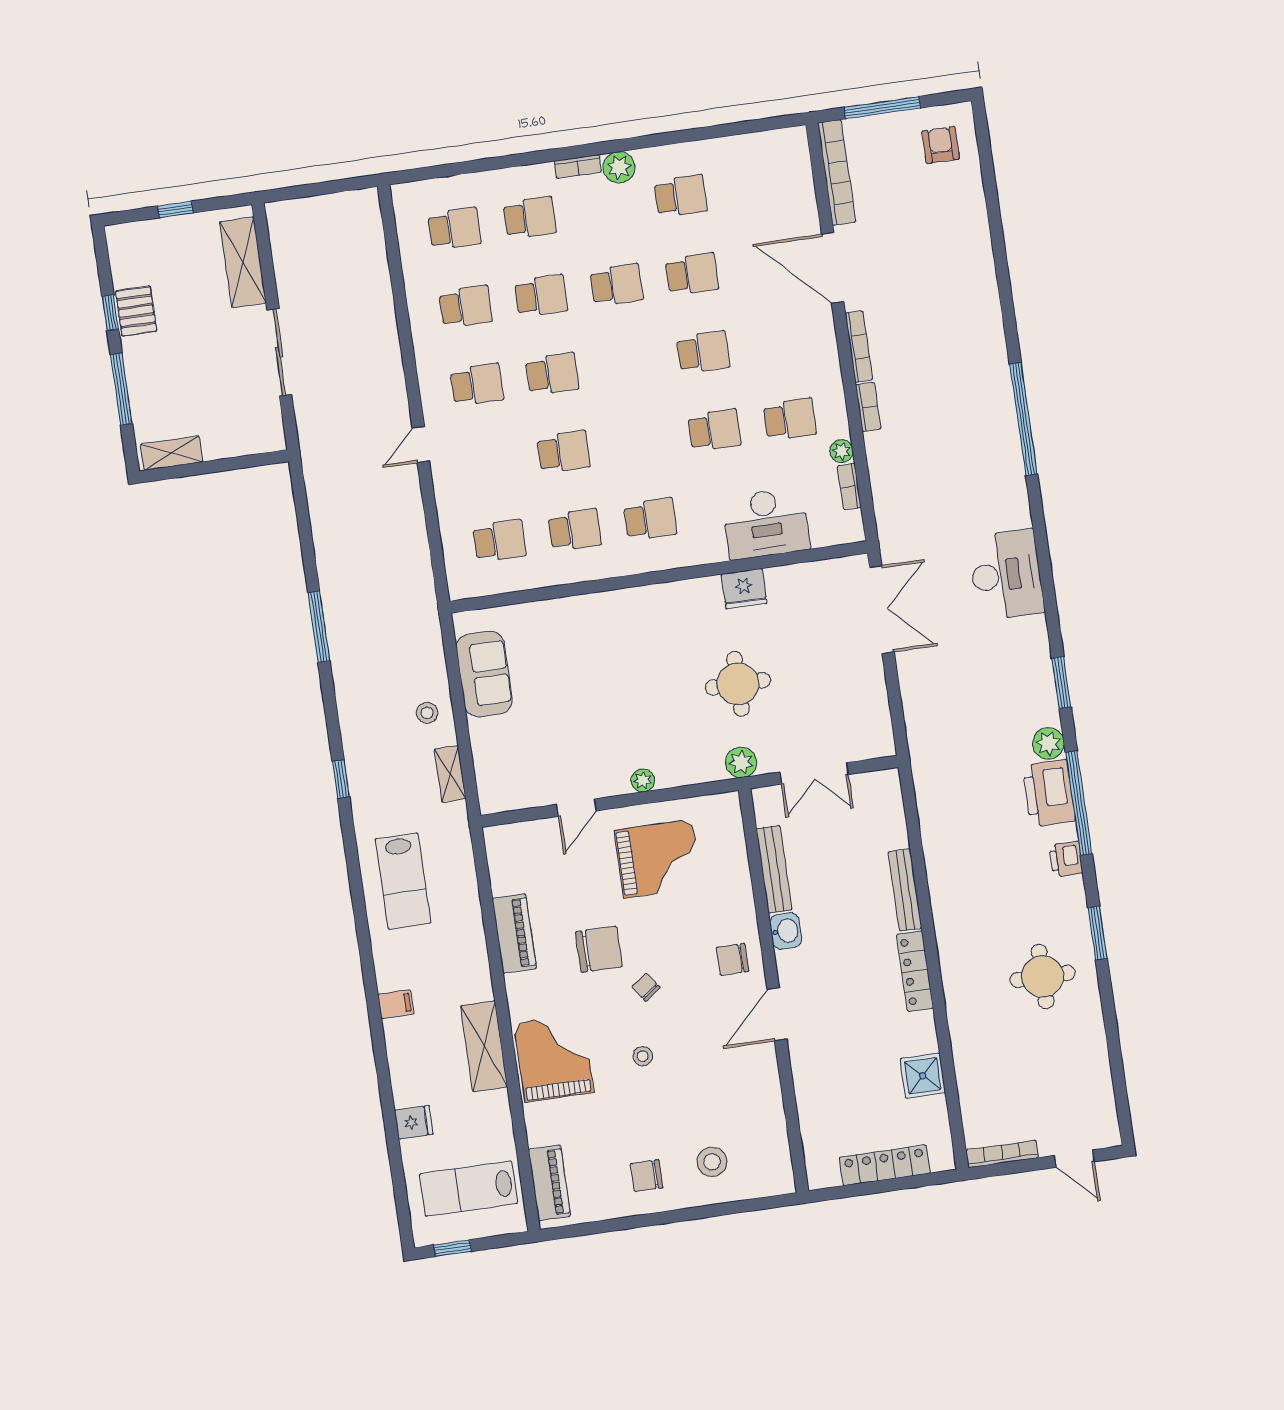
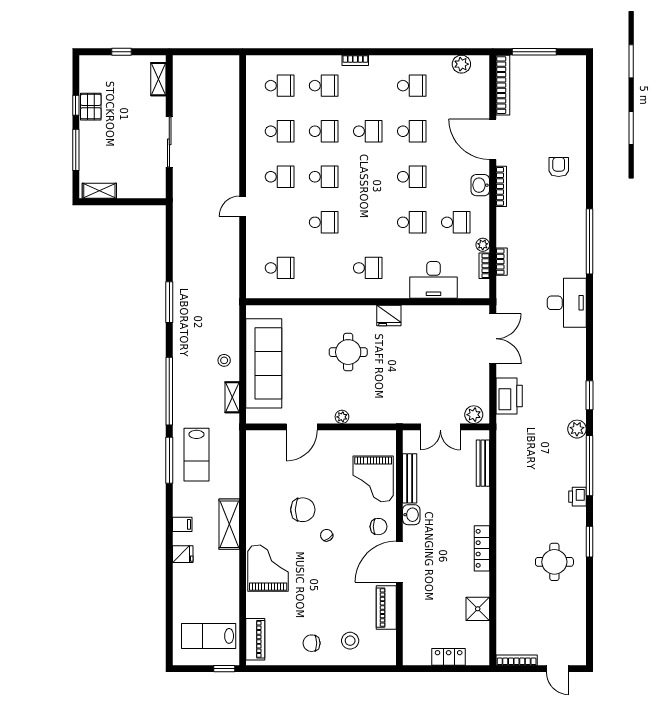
armchair: (941, 145) -> (559, 167), moved
plant: (619, 167) -> (461, 64), moved
shelving: (243, 262) -> (158, 79), width x0.67, depth x0.75
washbasin: (823, 350) -> (480, 185), added
bookcase: (868, 407) -> (502, 262), moved
school desk: (575, 530) -> (324, 268), removed
desk: (1006, 575) -> (567, 303), moved
fridge: (744, 589) -> (389, 315), moved
sofa: (484, 674) -> (264, 363), width x1.85, depth x1.27
round table: (738, 684) -> (348, 352), moved
plant: (741, 762) -> (474, 415), moved
window: (341, 779) -> (169, 391), width x3.17
printer: (1049, 793) -> (509, 396), moved, turned 180
door: (576, 808) -> (302, 427), width x1.38
grand piano: (658, 859) -> (373, 479), moved, turned 90
bench: (905, 890) -> (483, 463), moved
window: (358, 897) -> (169, 460), added
piano: (514, 934) -> (386, 608), moved, turned 180
chair: (733, 959) -> (378, 527), turned 180
door: (777, 1014) -> (399, 562), width x1.36
shelving: (484, 1046) -> (229, 524), moved
stool: (643, 1056) -> (319, 574), removed
fridge: (414, 1122) -> (183, 554), moved
locker: (885, 1165) -> (449, 657), width x0.66
window: (452, 1248) -> (224, 669), moved

